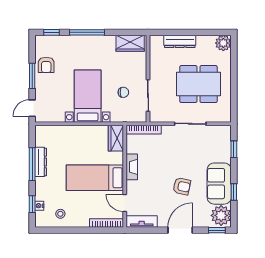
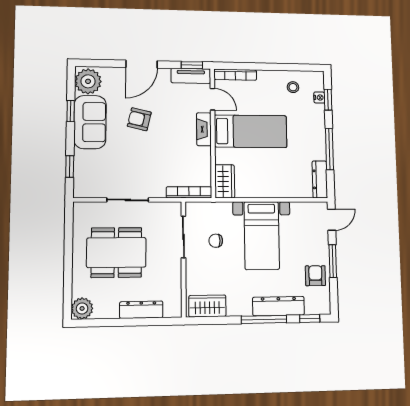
dresser: (76, 42) -> (278, 306), added
dresser: (41, 162) -> (320, 179), moved
fireplace: (132, 167) -> (204, 129), moved
window: (217, 230) -> (192, 65), moved

